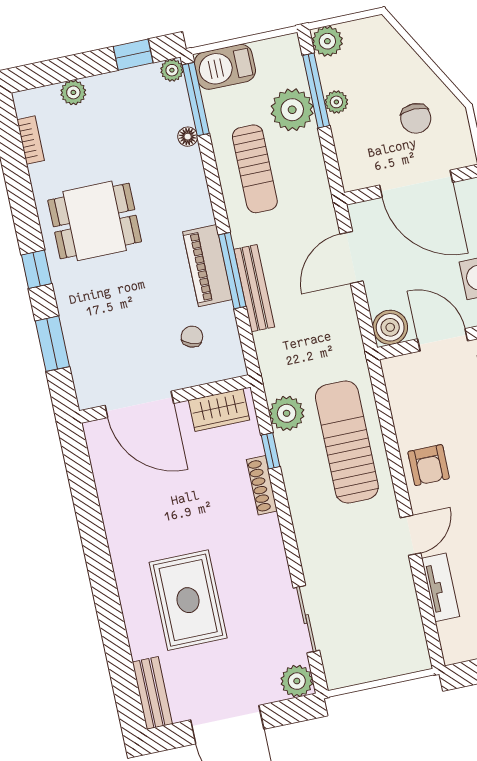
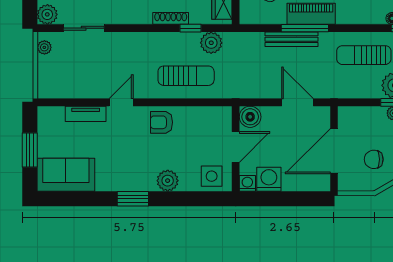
sun lounger: (347, 442) -> (186, 76), width x0.73, depth x0.75
door: (411, 535) -> (121, 102), swing flipped
plant: (350, 675) -> (44, 47), added

